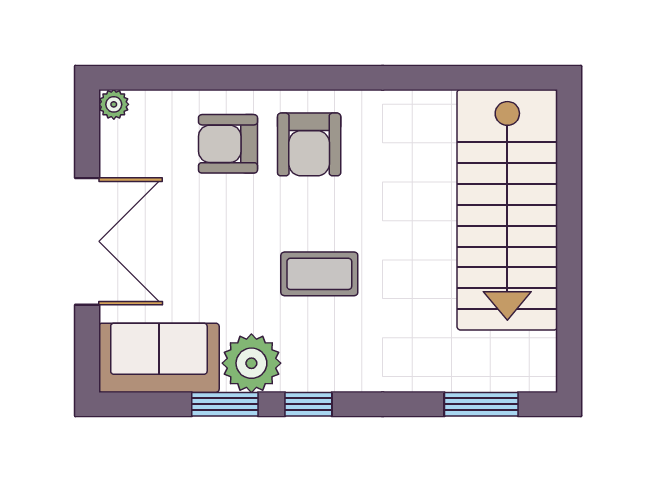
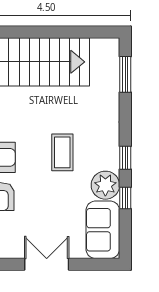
double door: (87, 241) -> (47, 264), width x0.73
window: (225, 404) -> (125, 198), width x0.67

